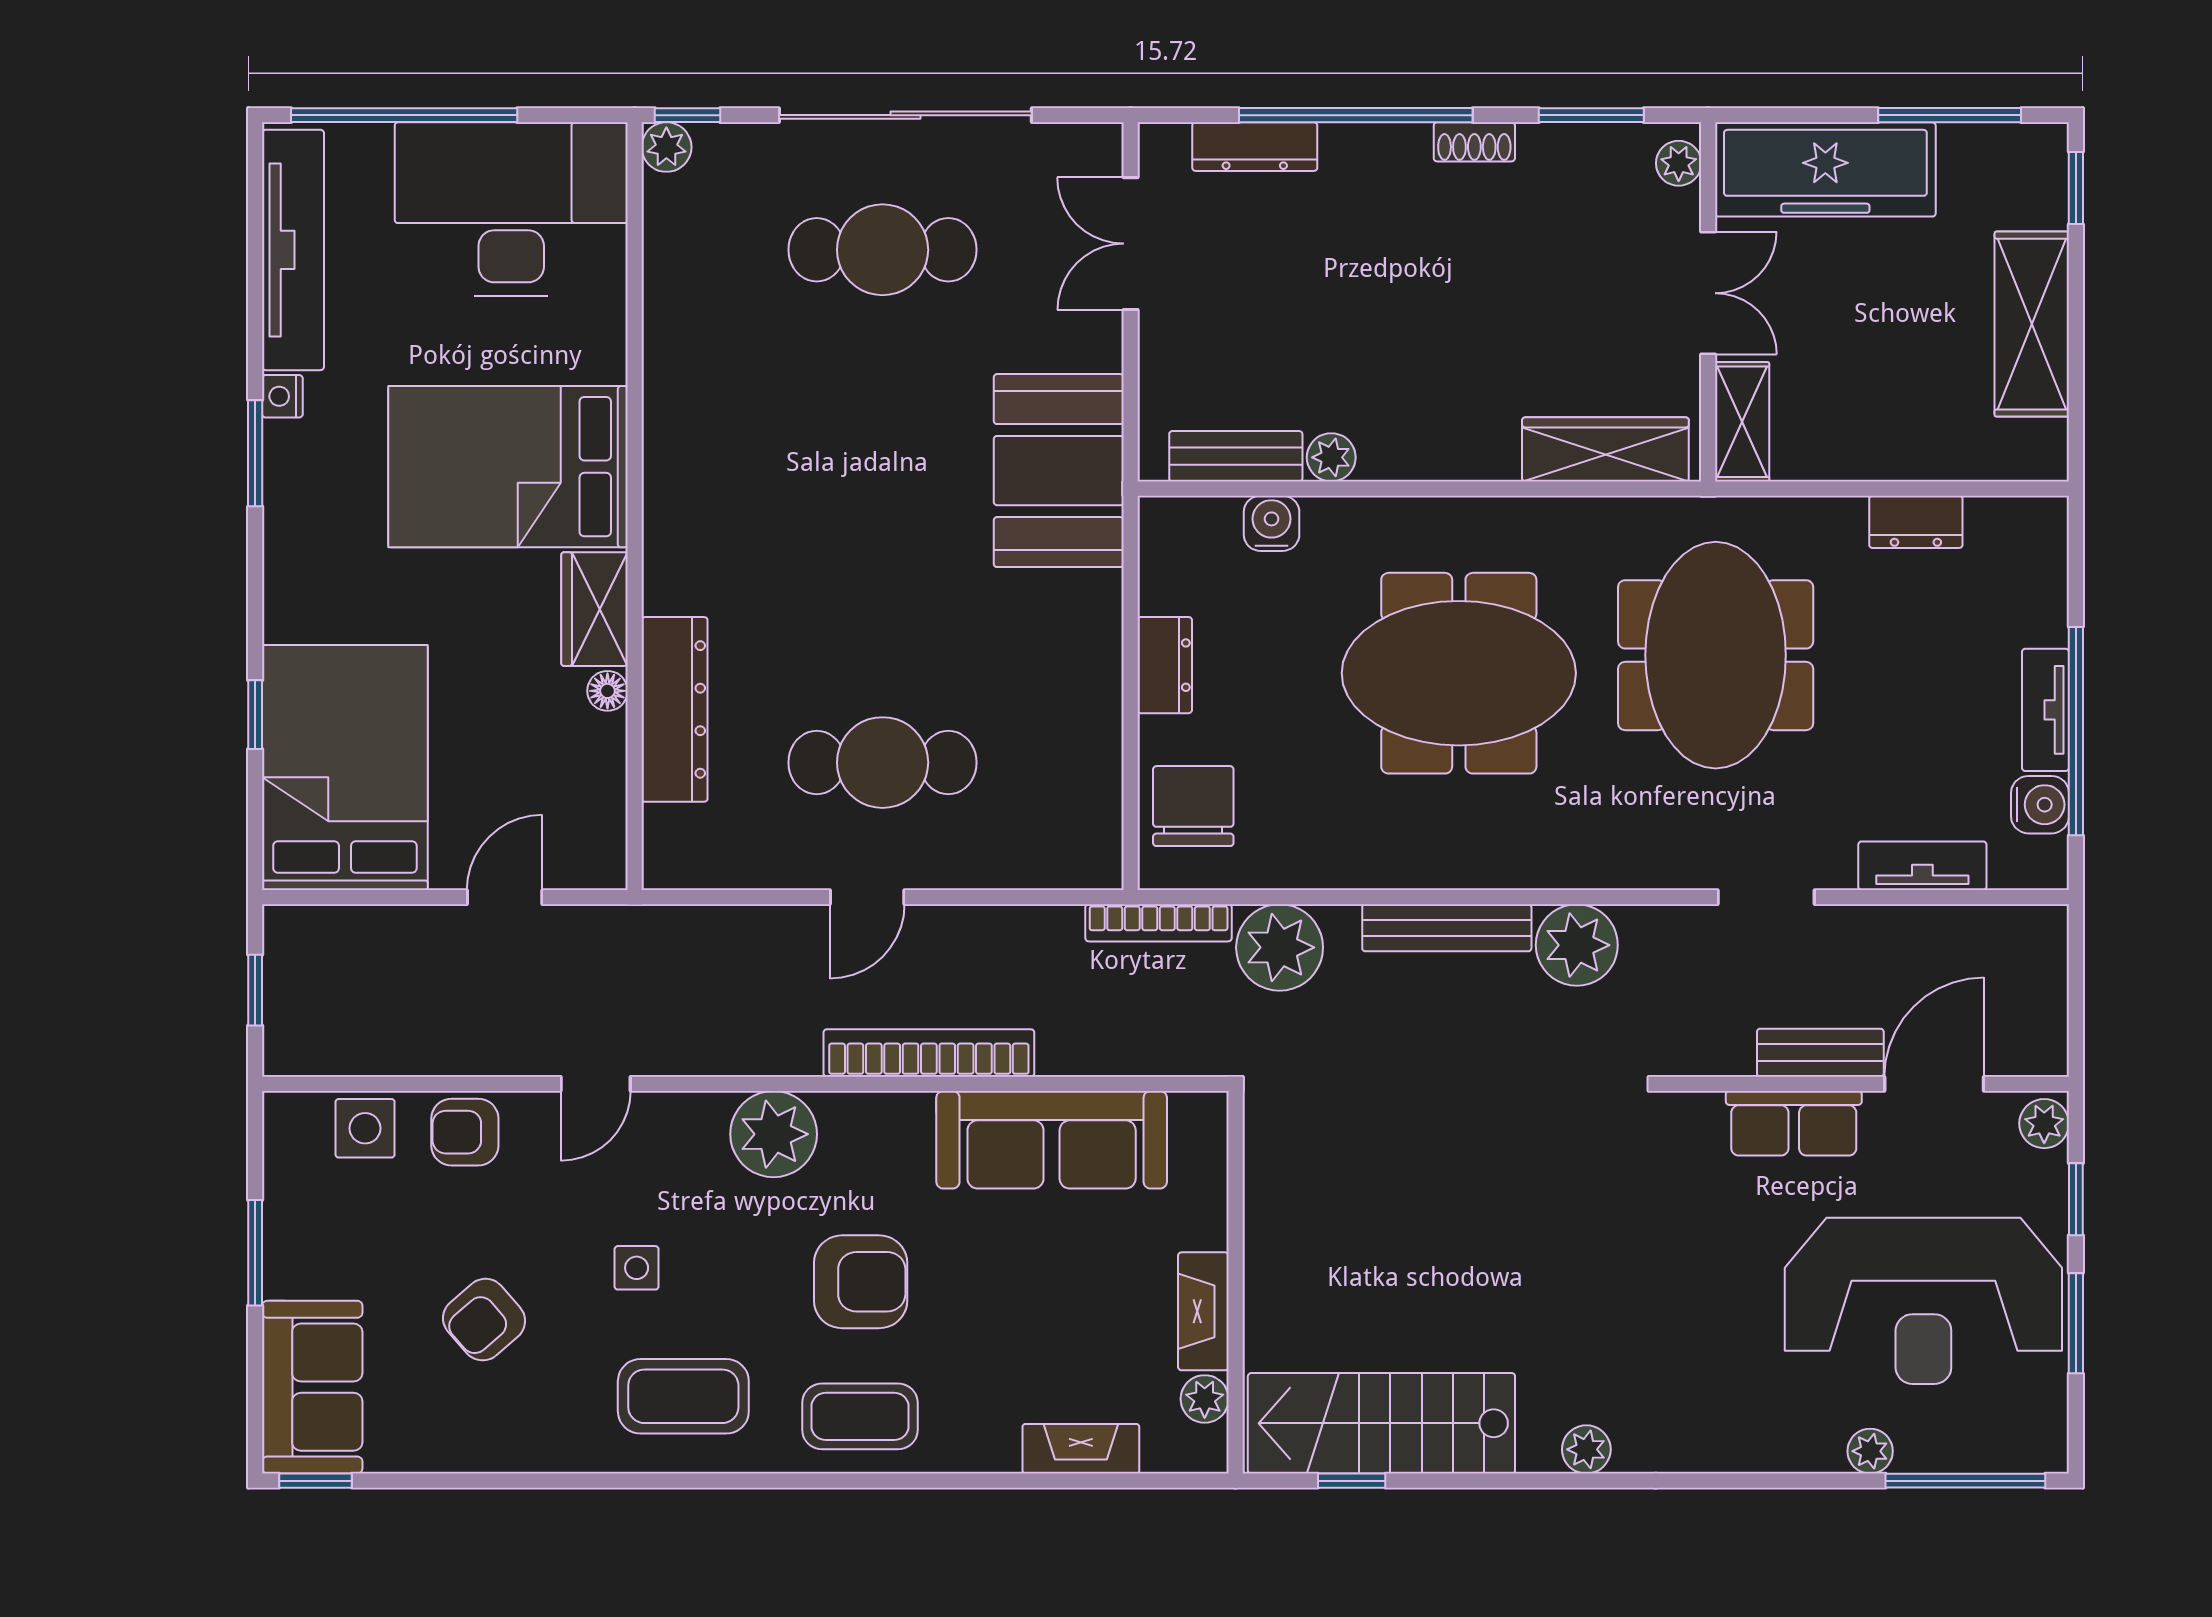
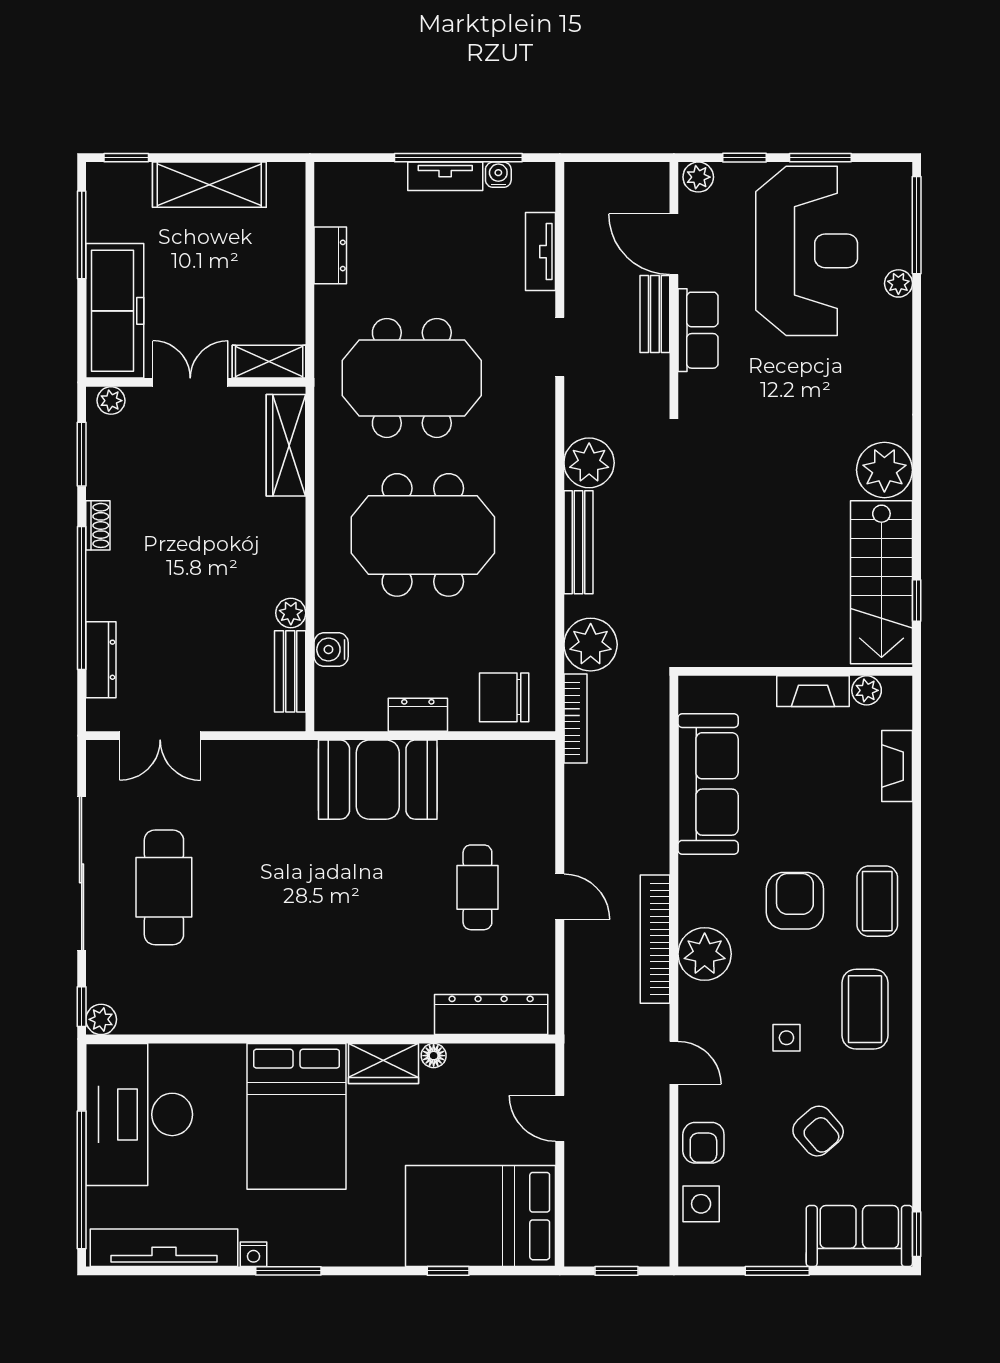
booth: (1059, 471) -> (378, 780), moved
meeting table: (1459, 673) -> (423, 535), turned 90
dresser: (675, 709) -> (491, 1015), moved
cafe table: (883, 763) -> (477, 887), width x0.73, depth x0.74
water cooler: (2040, 805) -> (498, 175), width x0.72, depth x0.72
bookcase: (929, 1053) -> (655, 939), moved
plant: (1586, 1449) -> (884, 470), width x1.88, depth x1.88

